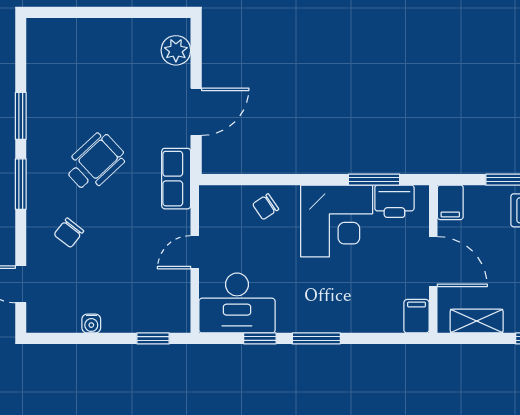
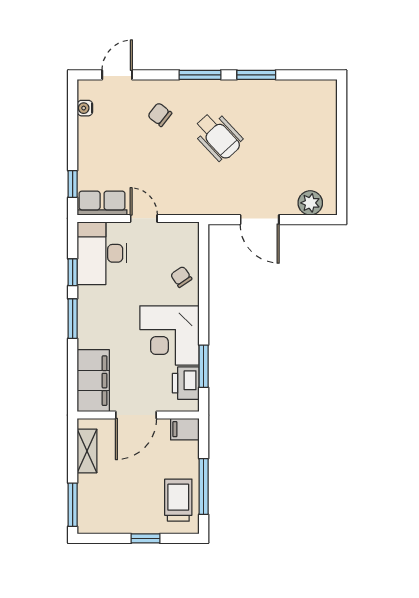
row of seats: (176, 179) -> (102, 203), moved
filing cabinet: (416, 316) -> (93, 381), width x3.00, depth x1.17
water cooler: (91, 324) -> (85, 108), moved

